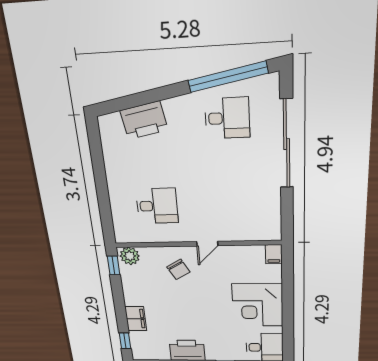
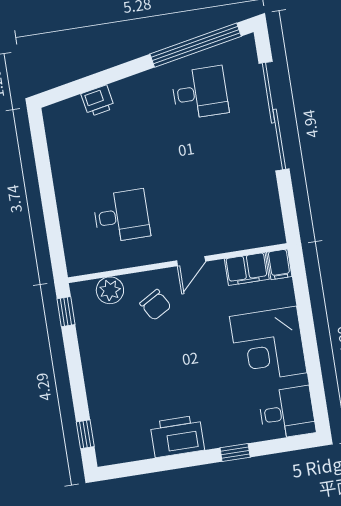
printer: (144, 120) -> (98, 101), width x0.53, depth x0.68
plant: (130, 256) -> (110, 290), moved
filing cabinet: (136, 319) -> (247, 269), moved, turned 90

